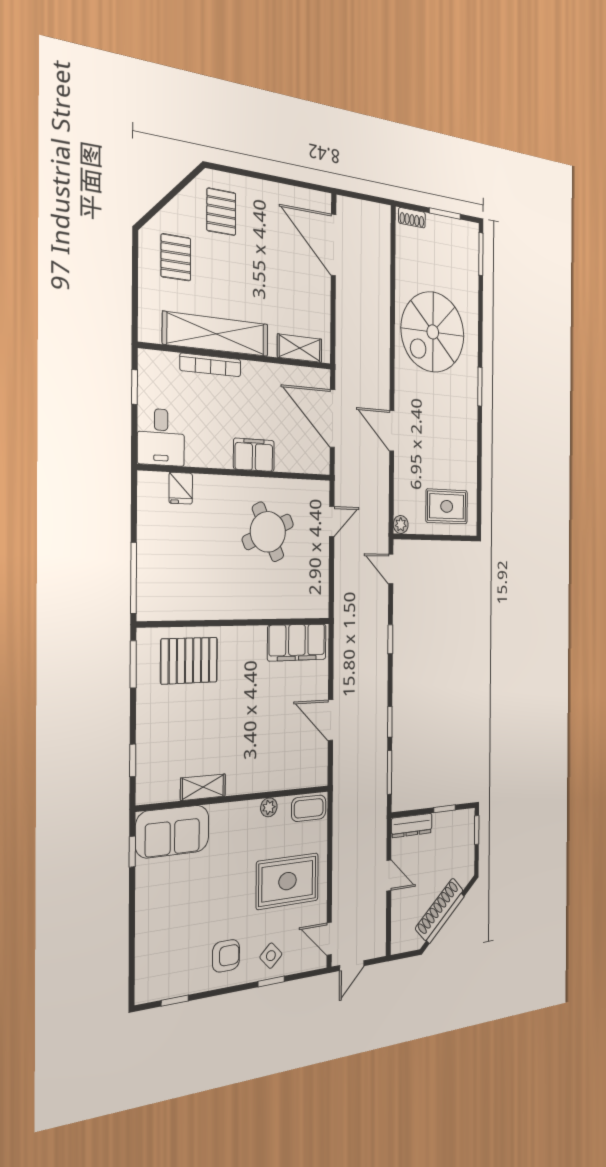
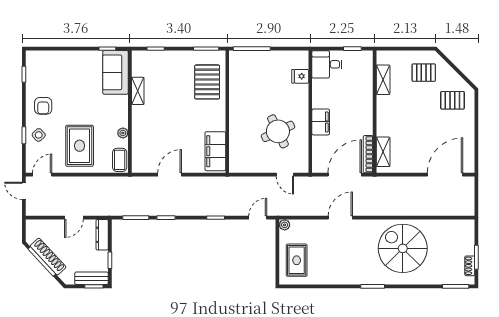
shoe rack: (412, 218) -> (470, 266), moved
shelving: (216, 334) -> (383, 80), width x0.45, depth x0.75
bookcase: (211, 365) -> (368, 154), moved
bench: (467, 835) -> (91, 278), added

